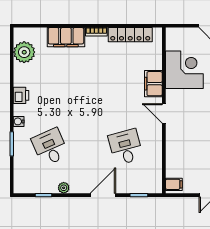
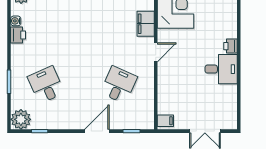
door: (164, 113) -> (156, 52), swing flipped
water cooler: (19, 121) -> (16, 21), moved
desk: (126, 147) -> (119, 85), turned 39
plant: (64, 188) -> (21, 119), moved, width x1.88, depth x1.88

